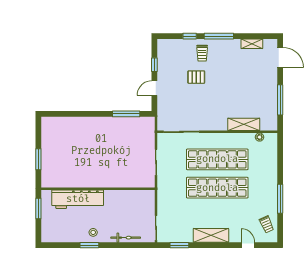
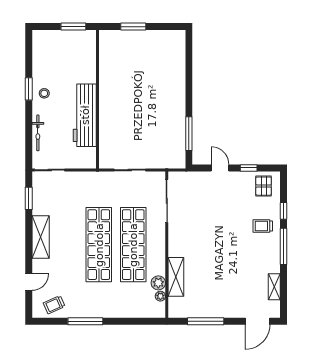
pallet: (196, 77) -> (264, 186), moved
plant: (249, 139) -> (158, 283), added
workbench: (78, 199) -> (85, 115), moved

